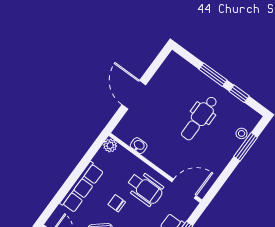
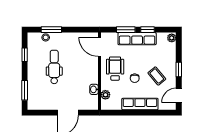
window: (213, 75) -> (25, 90), moved
dental chair: (199, 118) -> (54, 67), turned -90
plant: (110, 145) -> (105, 95), moved

